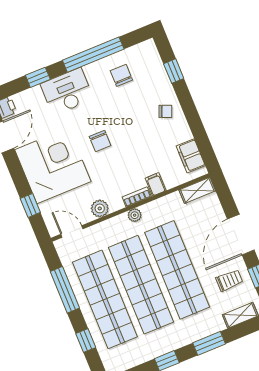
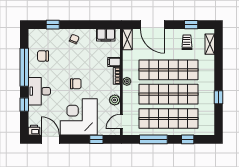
door: (241, 235) -> (152, 25), moved
window: (209, 343) -> (218, 69), removed

